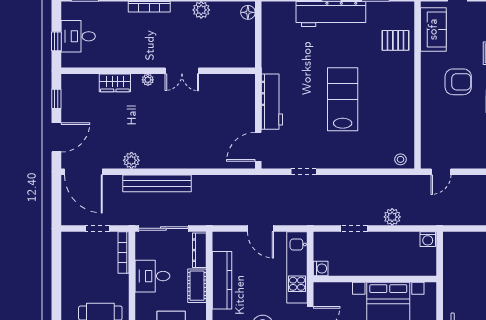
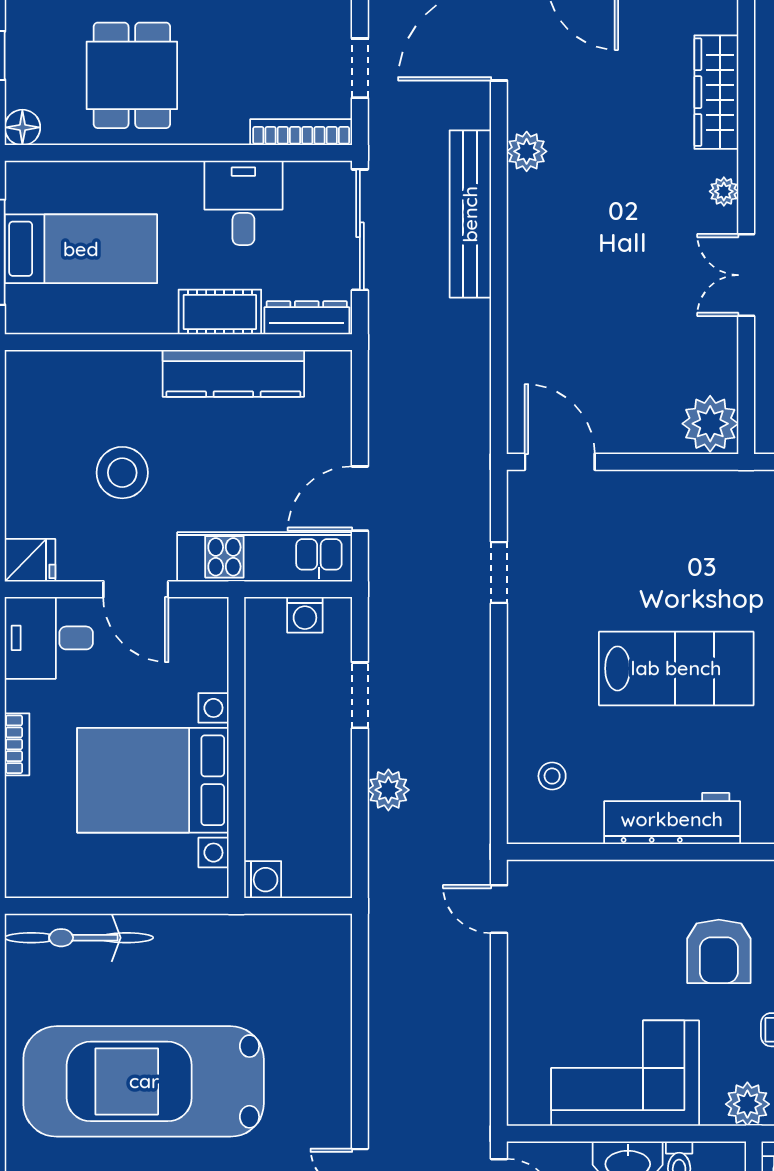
wardrobe: (115, 83) -> (716, 92), width x1.50
plant: (243, 85) -> (710, 424), added
workbench: (272, 102) -> (672, 819), moved, turned 180
stool: (400, 159) -> (552, 776), moved
door: (260, 228) -> (360, 499), moved
washing machine: (428, 239) -> (263, 880), moved, turned 180
washing machine: (321, 268) -> (305, 615), moved

